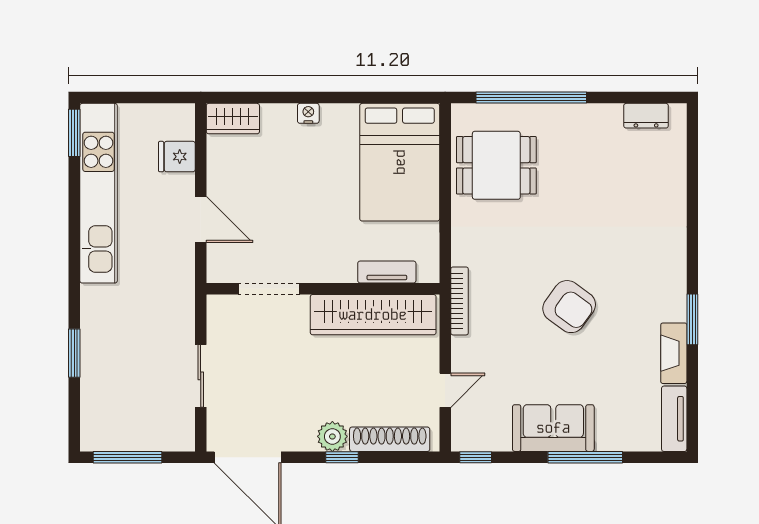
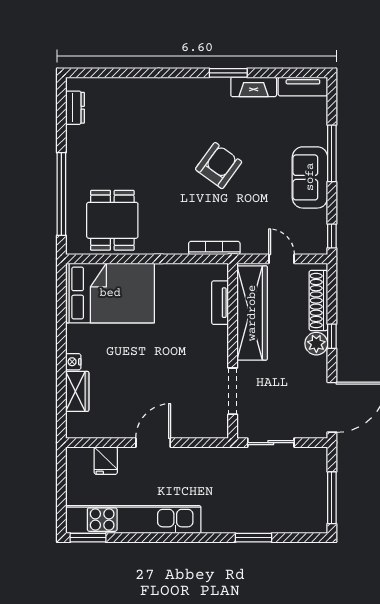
wardrobe: (233, 119) -> (77, 391), moved
tv unit: (387, 272) -> (220, 303), moved
doorway: (269, 289) -> (233, 391), moved
wall: (323, 289) -> (233, 351), moved
wardrobe: (373, 315) -> (252, 313), moved

